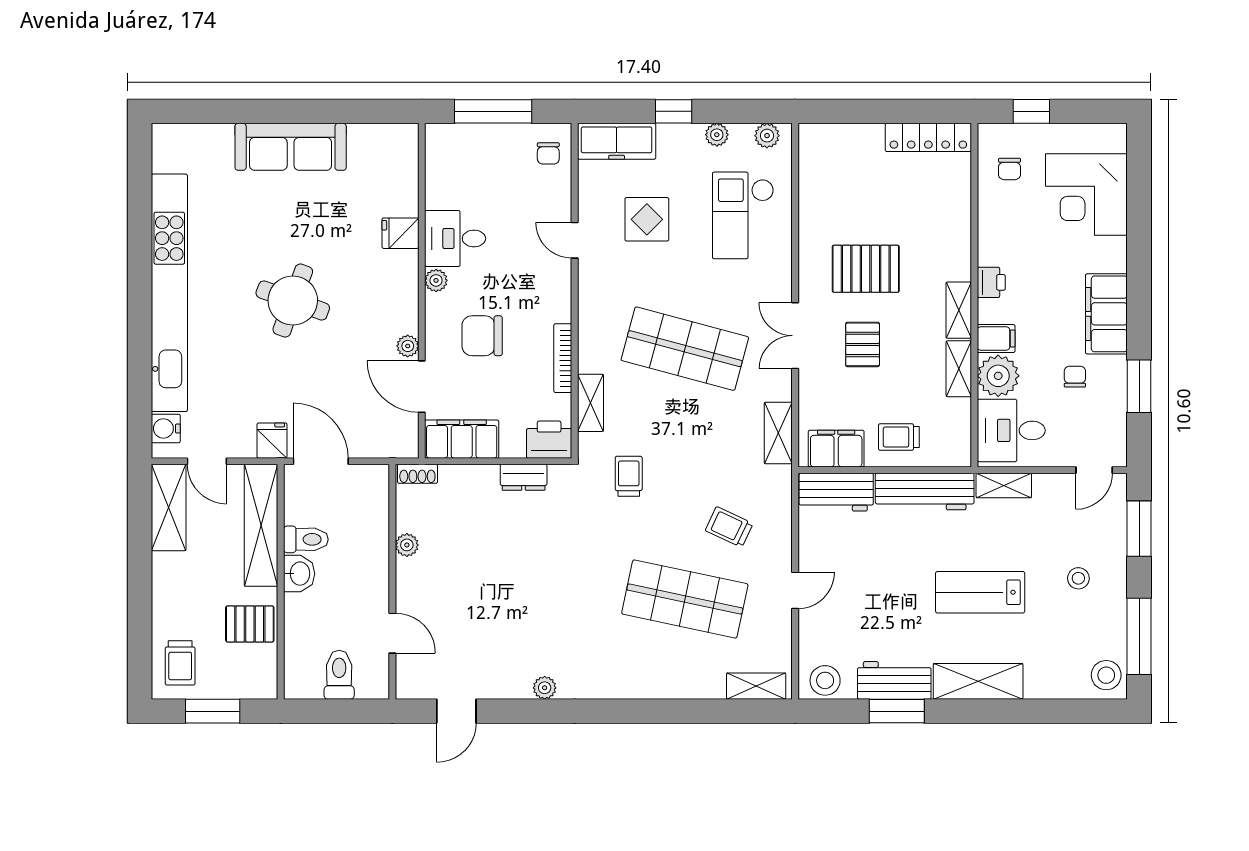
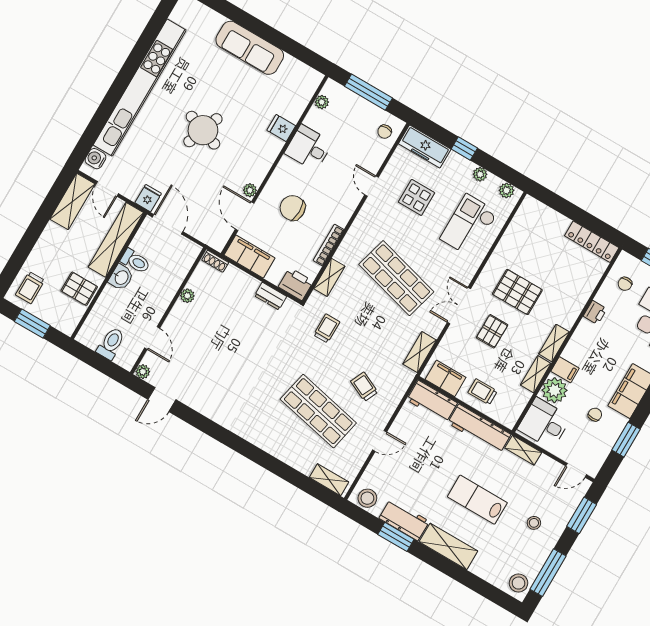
plant: (436, 280) -> (322, 102), moved
printer: (991, 282) -> (595, 312), moved
plant: (545, 688) -> (143, 372), moved

